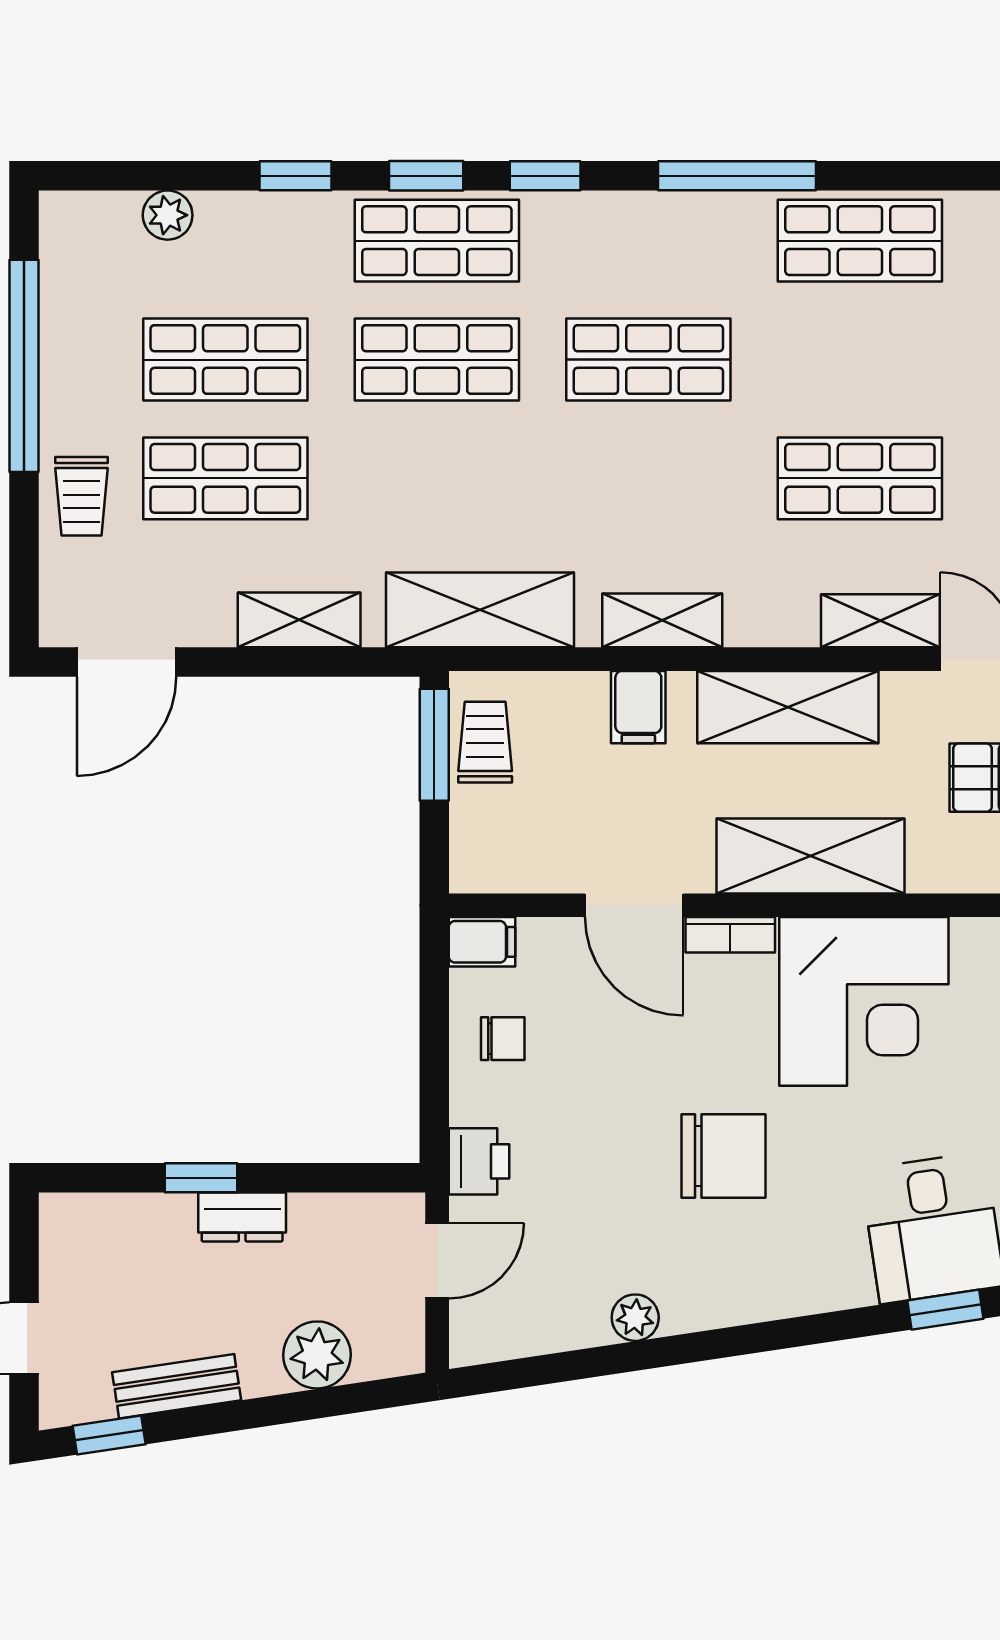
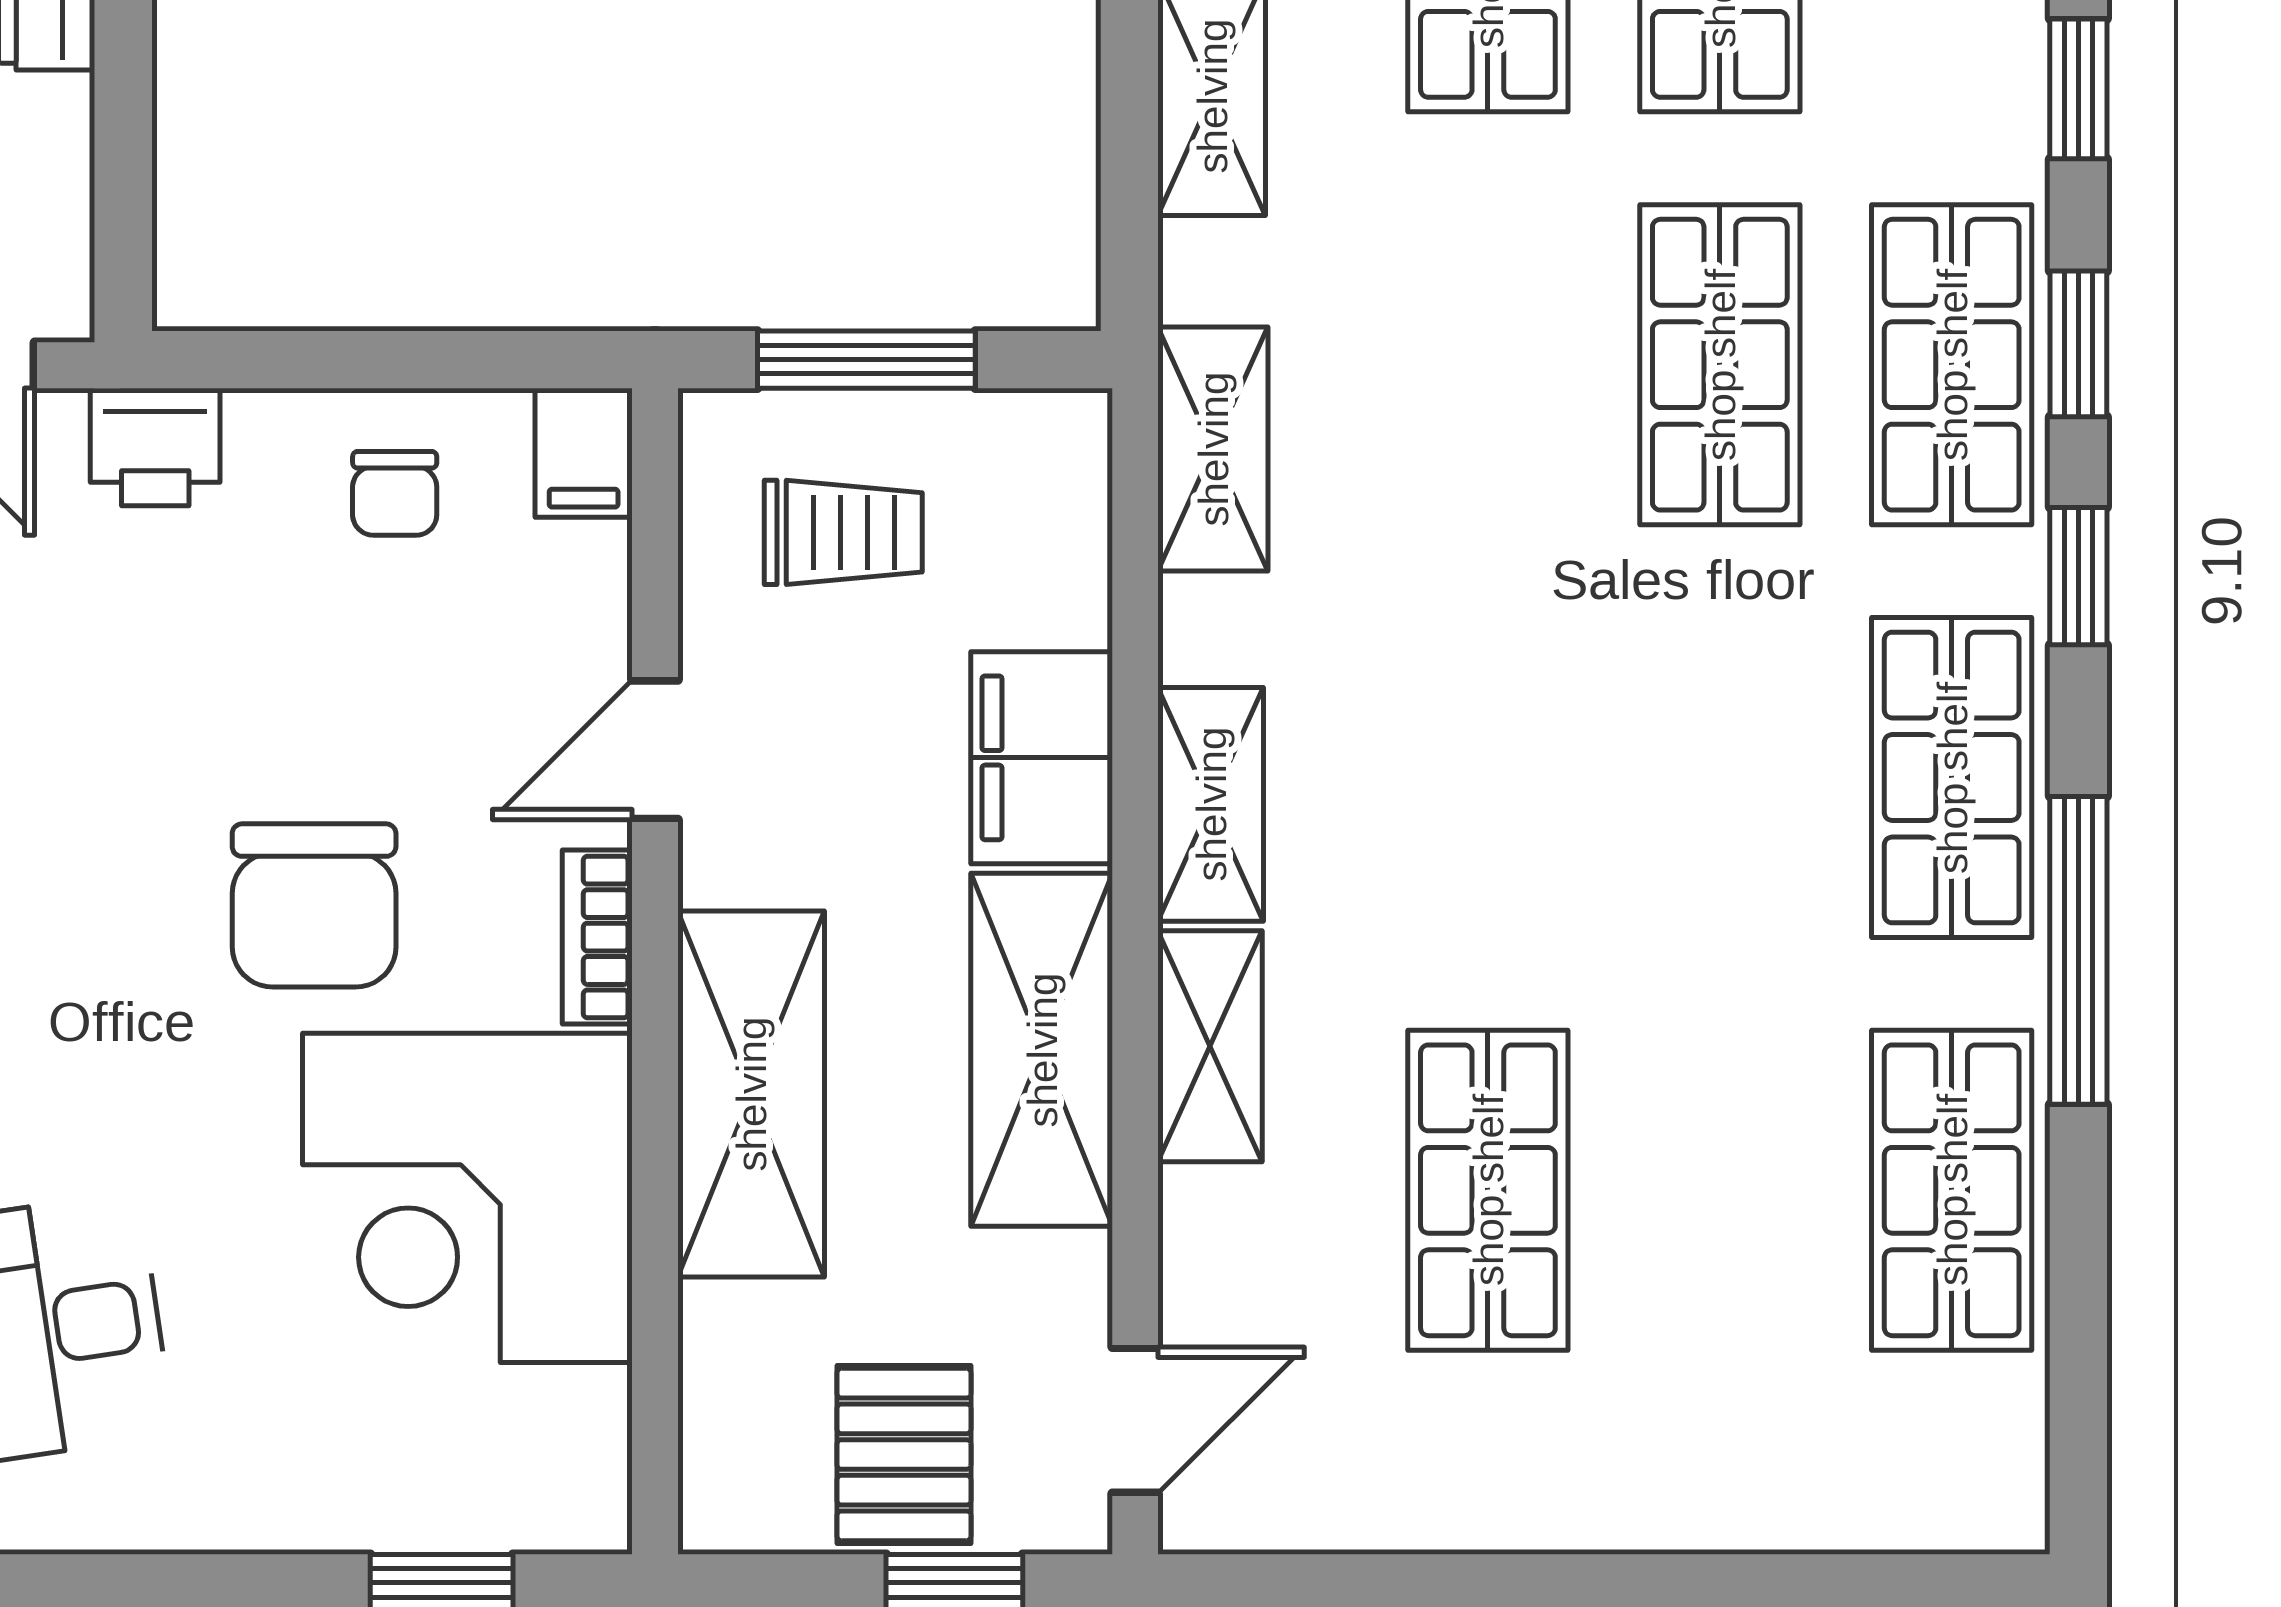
shop shelf: (648, 360) -> (1952, 778), moved
shelving: (480, 610) -> (1213, 449), width x0.67, depth x0.75
shelving: (880, 621) -> (1210, 1046), moved
filing cabinet: (638, 707) -> (1042, 758), width x2.00
trolley: (485, 742) -> (843, 532), moved
window: (434, 745) -> (866, 360), moved
door: (634, 905) -> (655, 750), width x0.73
chair: (723, 1156) -> (314, 905), moved

